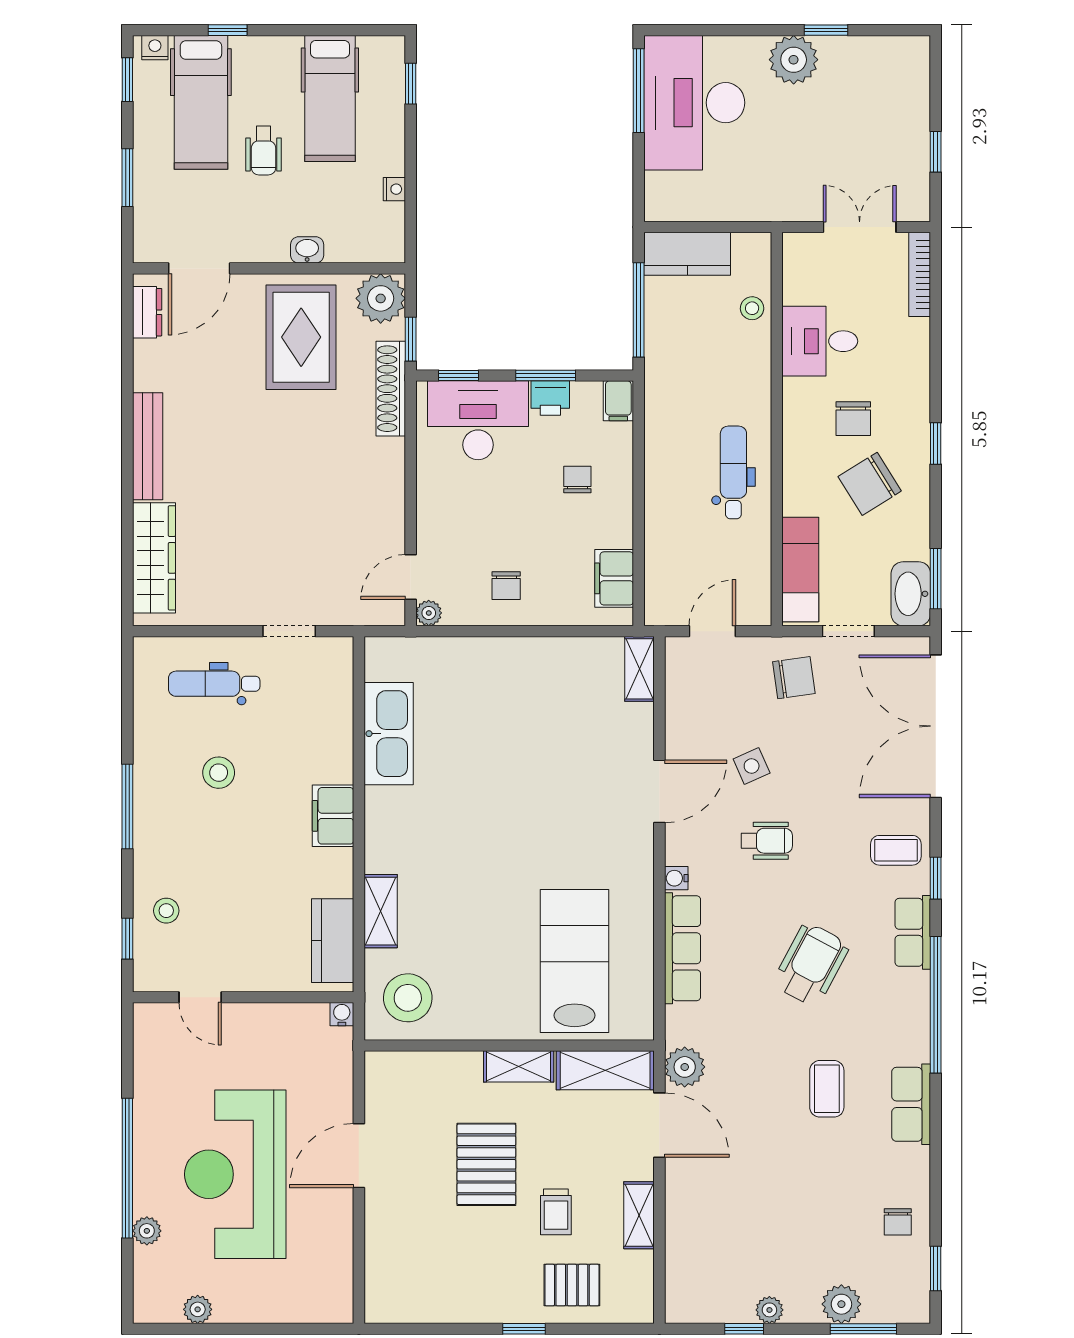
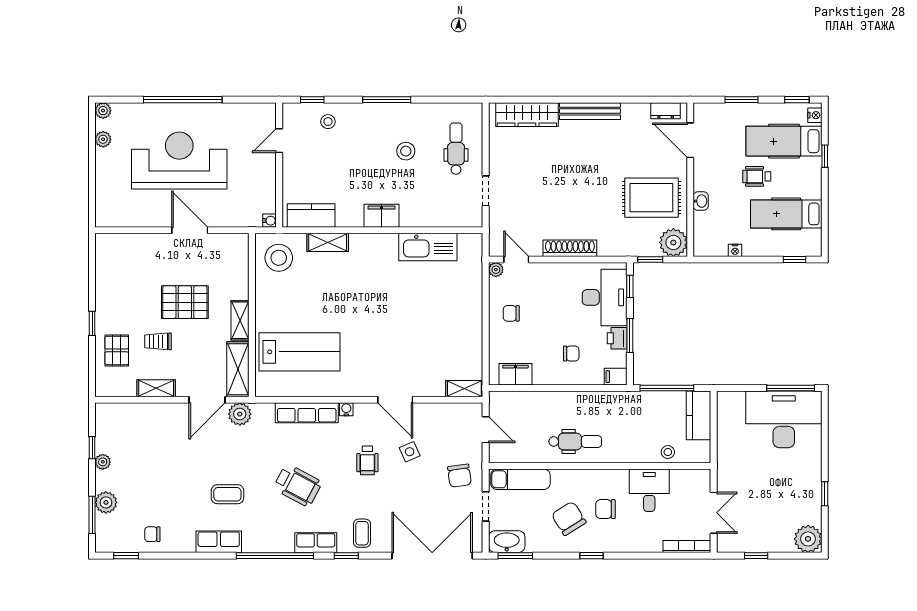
plant: (794, 60) -> (808, 539), moved
shoe rack: (391, 389) -> (570, 248), moved
plant: (147, 1231) -> (103, 111), moved

